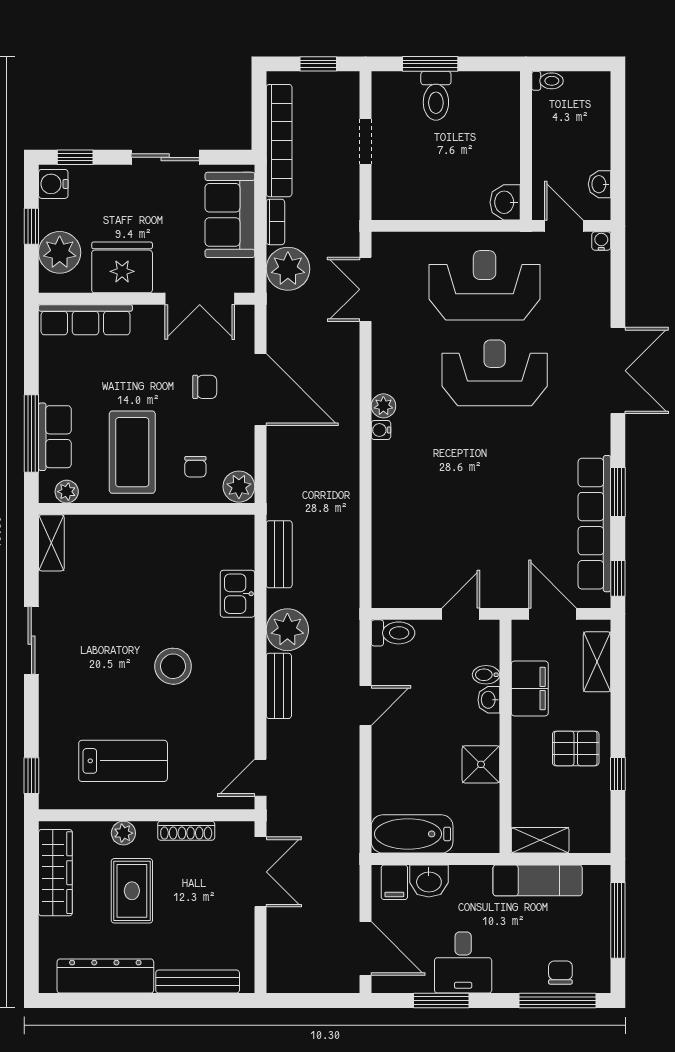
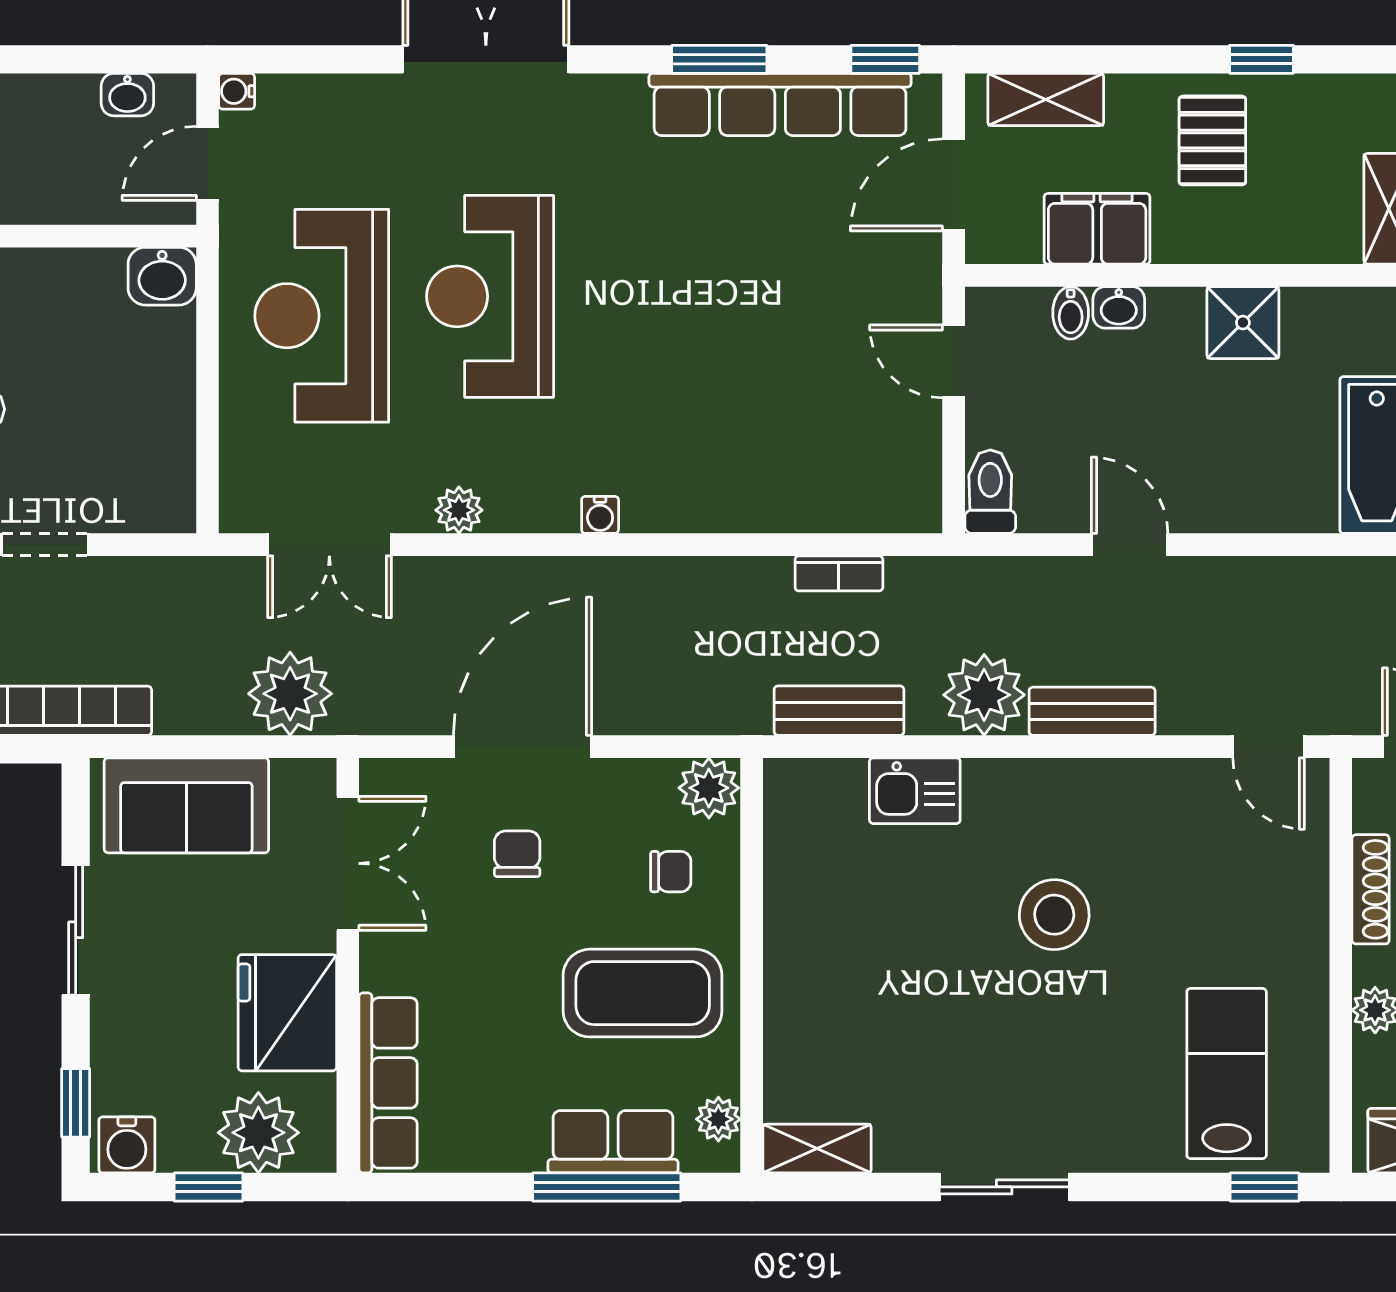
bookcase: (275, 222) -> (839, 573), moved, turned 180
plant: (383, 406) -> (459, 510), moved
lab bench: (123, 761) -> (1227, 1073), moved

